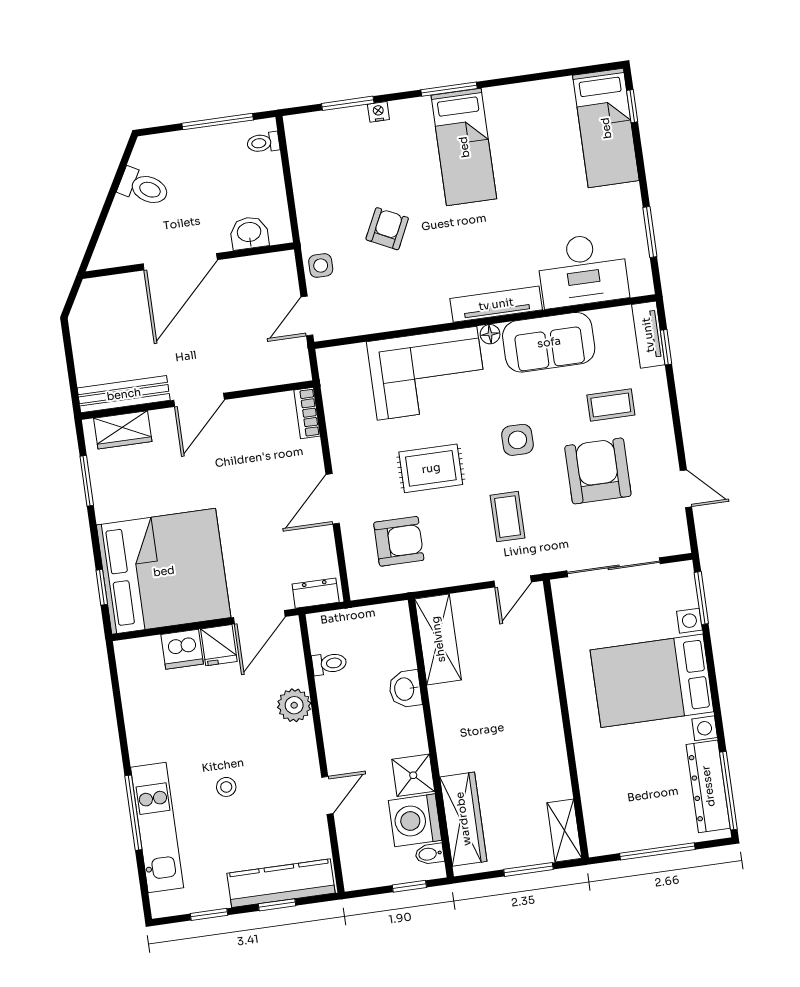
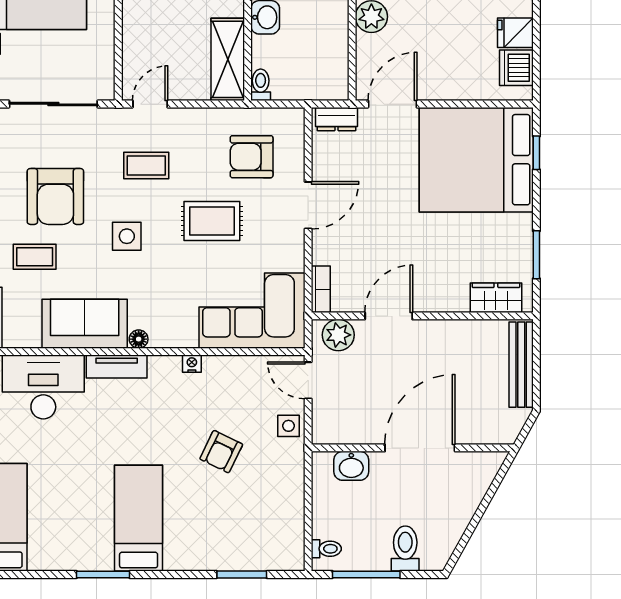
window: (449, 89) -> (103, 574), moved
nightstand: (378, 112) -> (192, 364), moved, turned 180
toilet: (144, 187) -> (405, 548), moved, turned 61
tv unit: (496, 304) -> (117, 366), width x0.71
door: (307, 316) -> (308, 380), swing flipped
plant: (282, 368) -> (338, 335), added
corner sofa: (427, 373) -> (252, 311), moved
bench: (124, 394) -> (521, 365), moved, turned 90
door: (199, 400) -> (389, 316), moved
coffee table: (507, 517) -> (146, 166), turned 90
fridge: (219, 645) -> (515, 33), moved, turned -90
dishwasher: (182, 649) -> (516, 68), moved, turned -90
toilet: (329, 664) -> (261, 85), moved, turned 90

